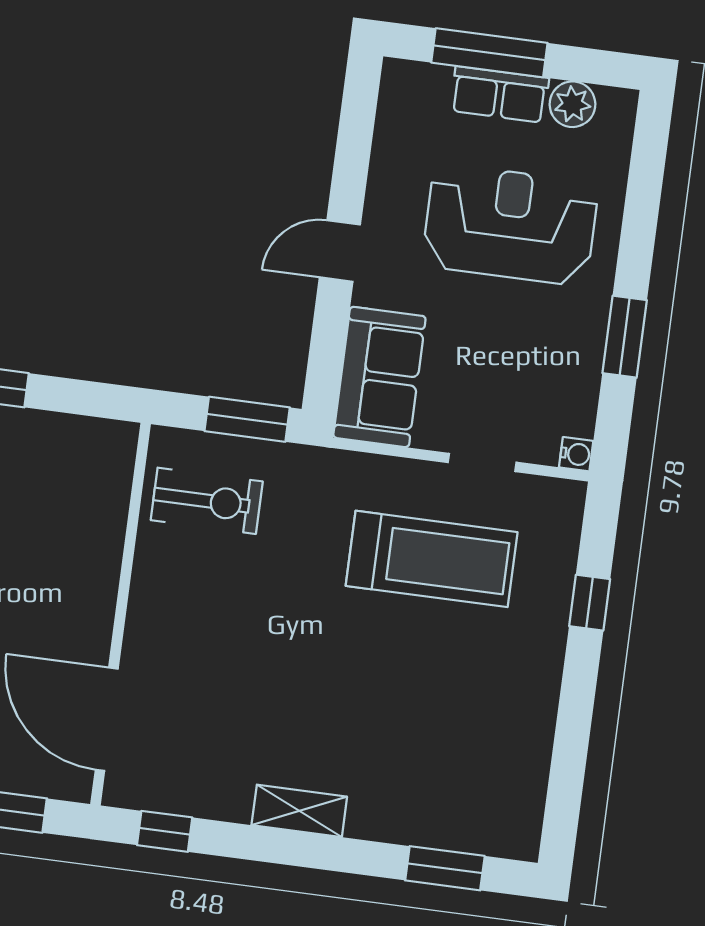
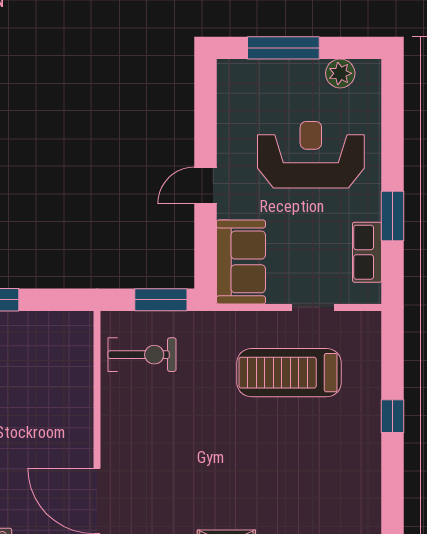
row of seats: (500, 94) -> (367, 252), moved, turned 90
water cooler: (576, 454) -> (372, 294), removed
treadmill: (432, 559) -> (289, 373), turned 180
window: (590, 603) -> (393, 416), moved

